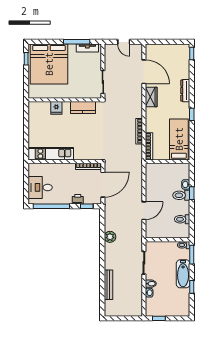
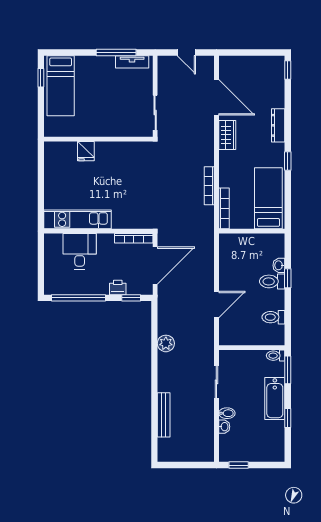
bed: (49, 64) -> (61, 86), width x0.49
kitchen counter: (83, 108) -> (126, 151), removed
desk: (40, 187) -> (80, 251), moved, turned 90

